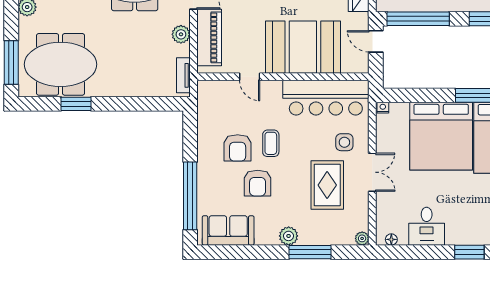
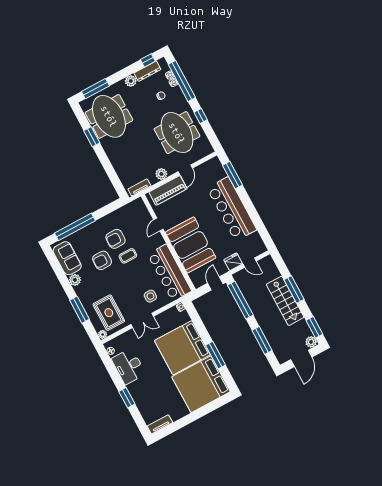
rug: (327, 185) -> (109, 313), moved, turned 90
desk: (427, 226) -> (128, 366), width x1.37
plant: (289, 236) -> (75, 280), moved

